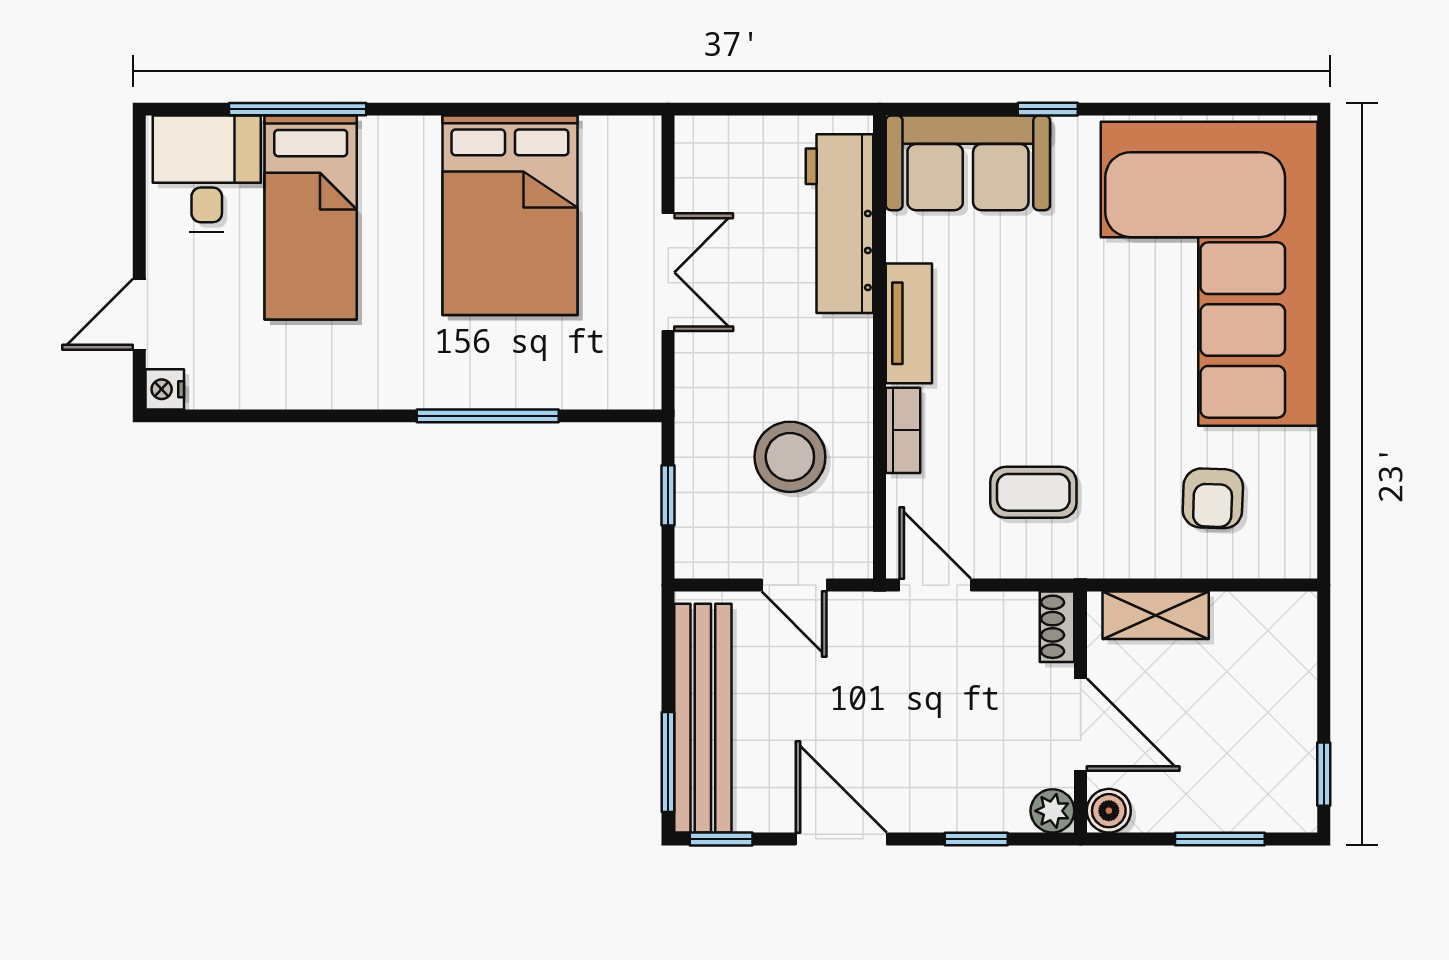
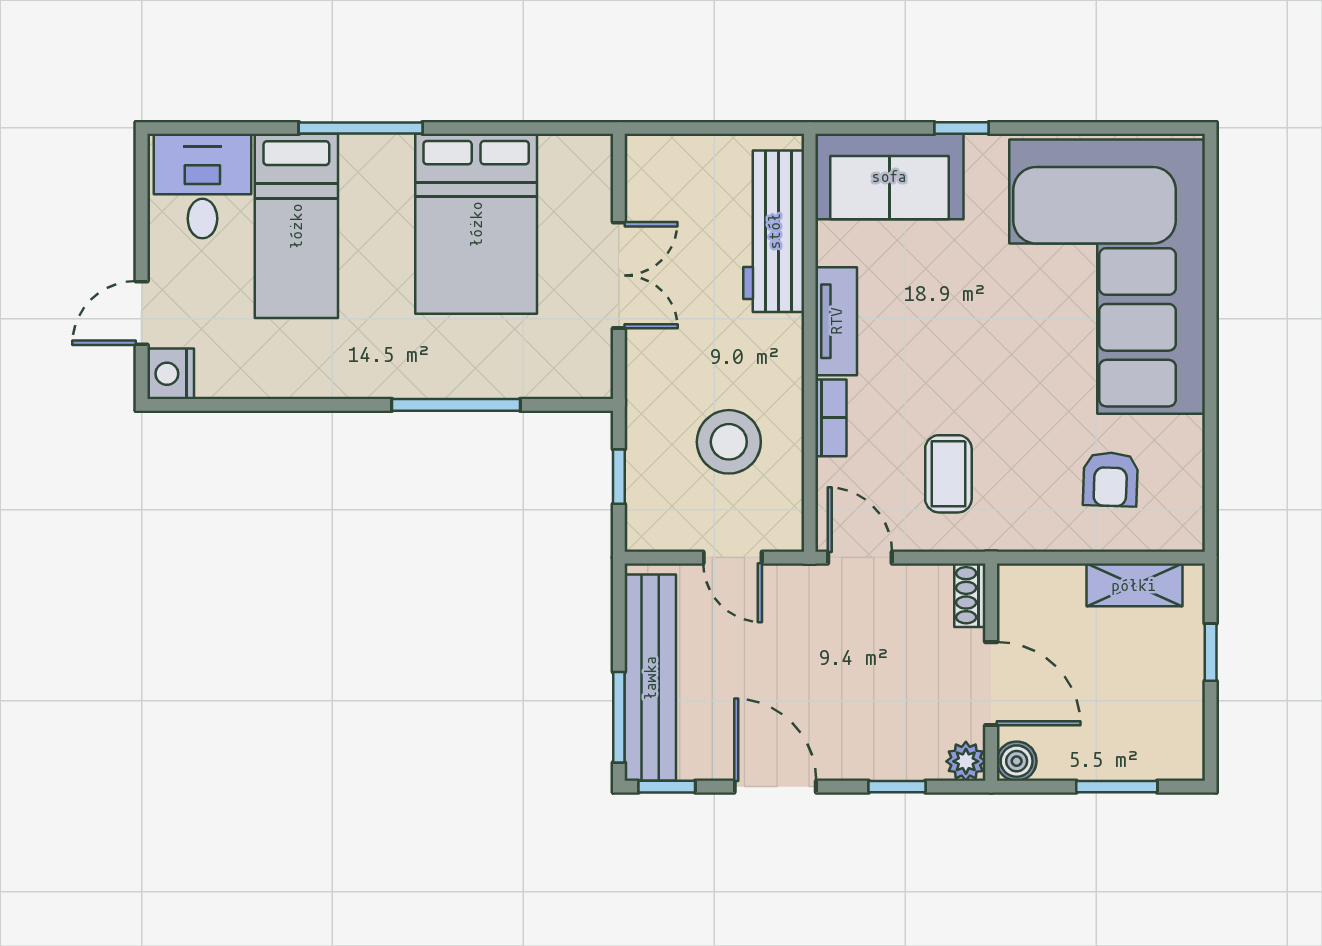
window: (298, 109) -> (361, 128), moved
nightstand: (165, 389) -> (171, 374), width x1.39, depth x1.35
coffee table: (1033, 492) -> (948, 474), turned 90
shelving: (1156, 615) -> (1134, 585), moved
window: (1324, 774) -> (1211, 652), moved

